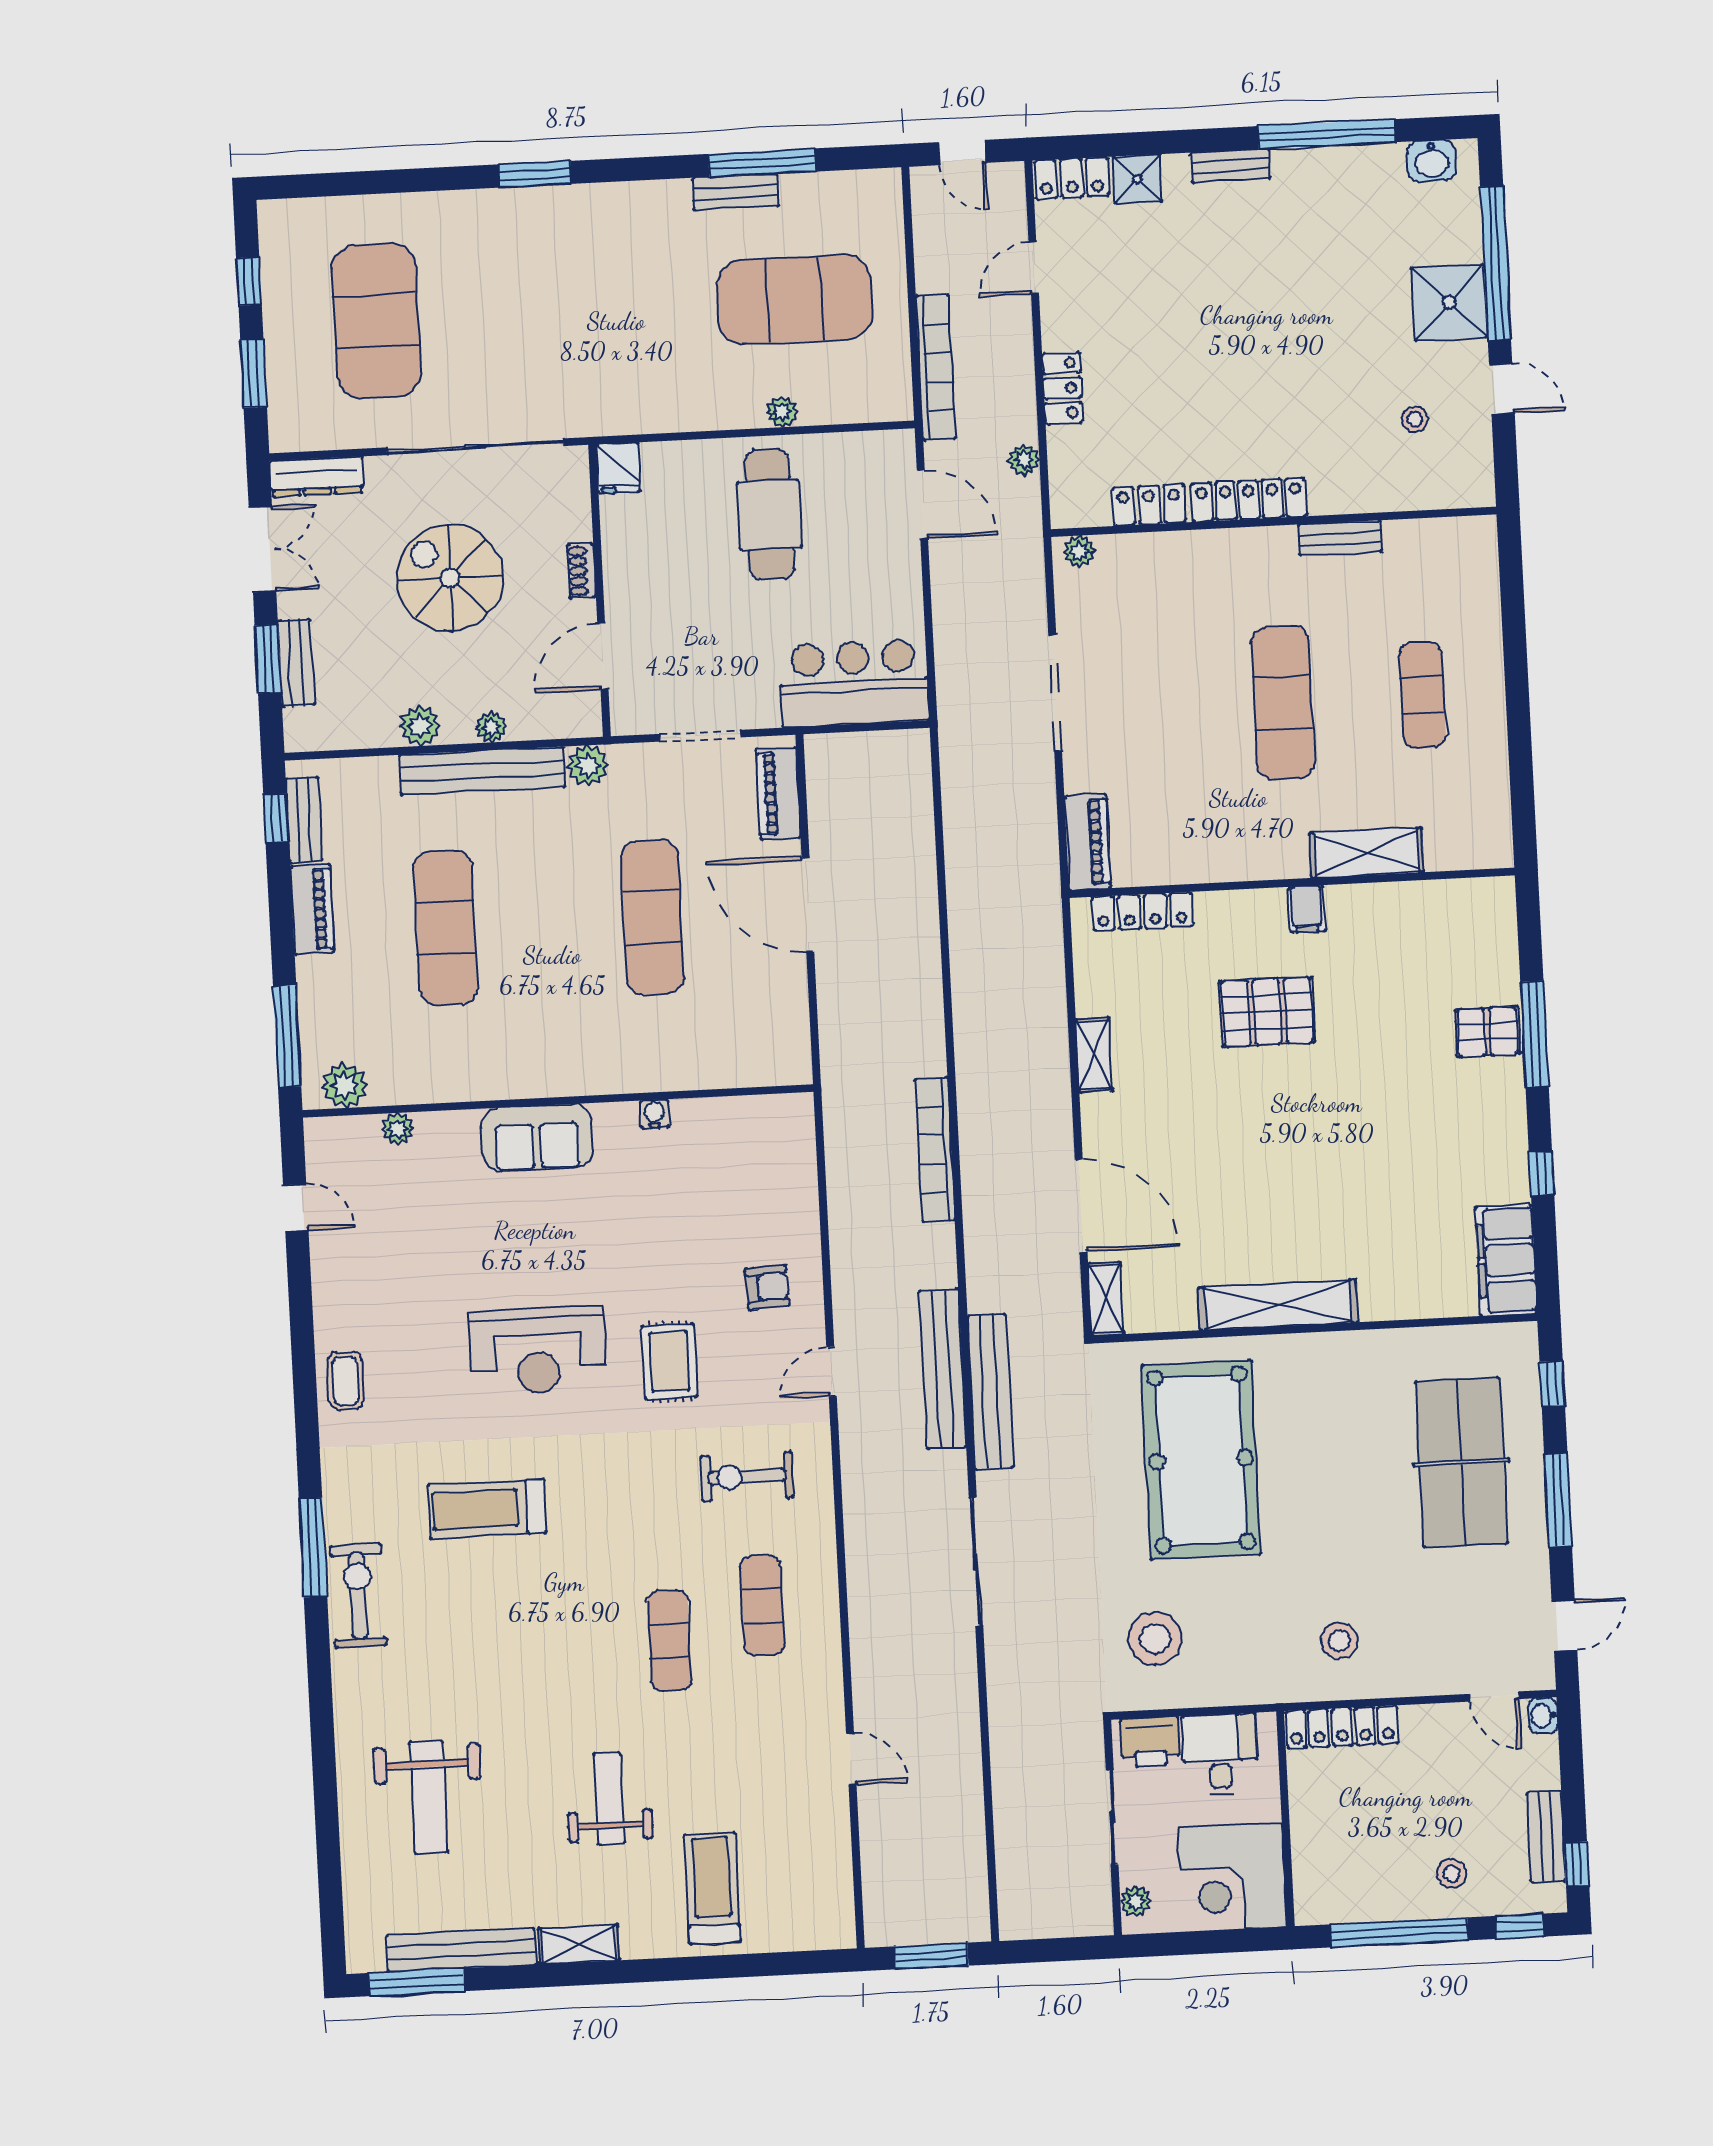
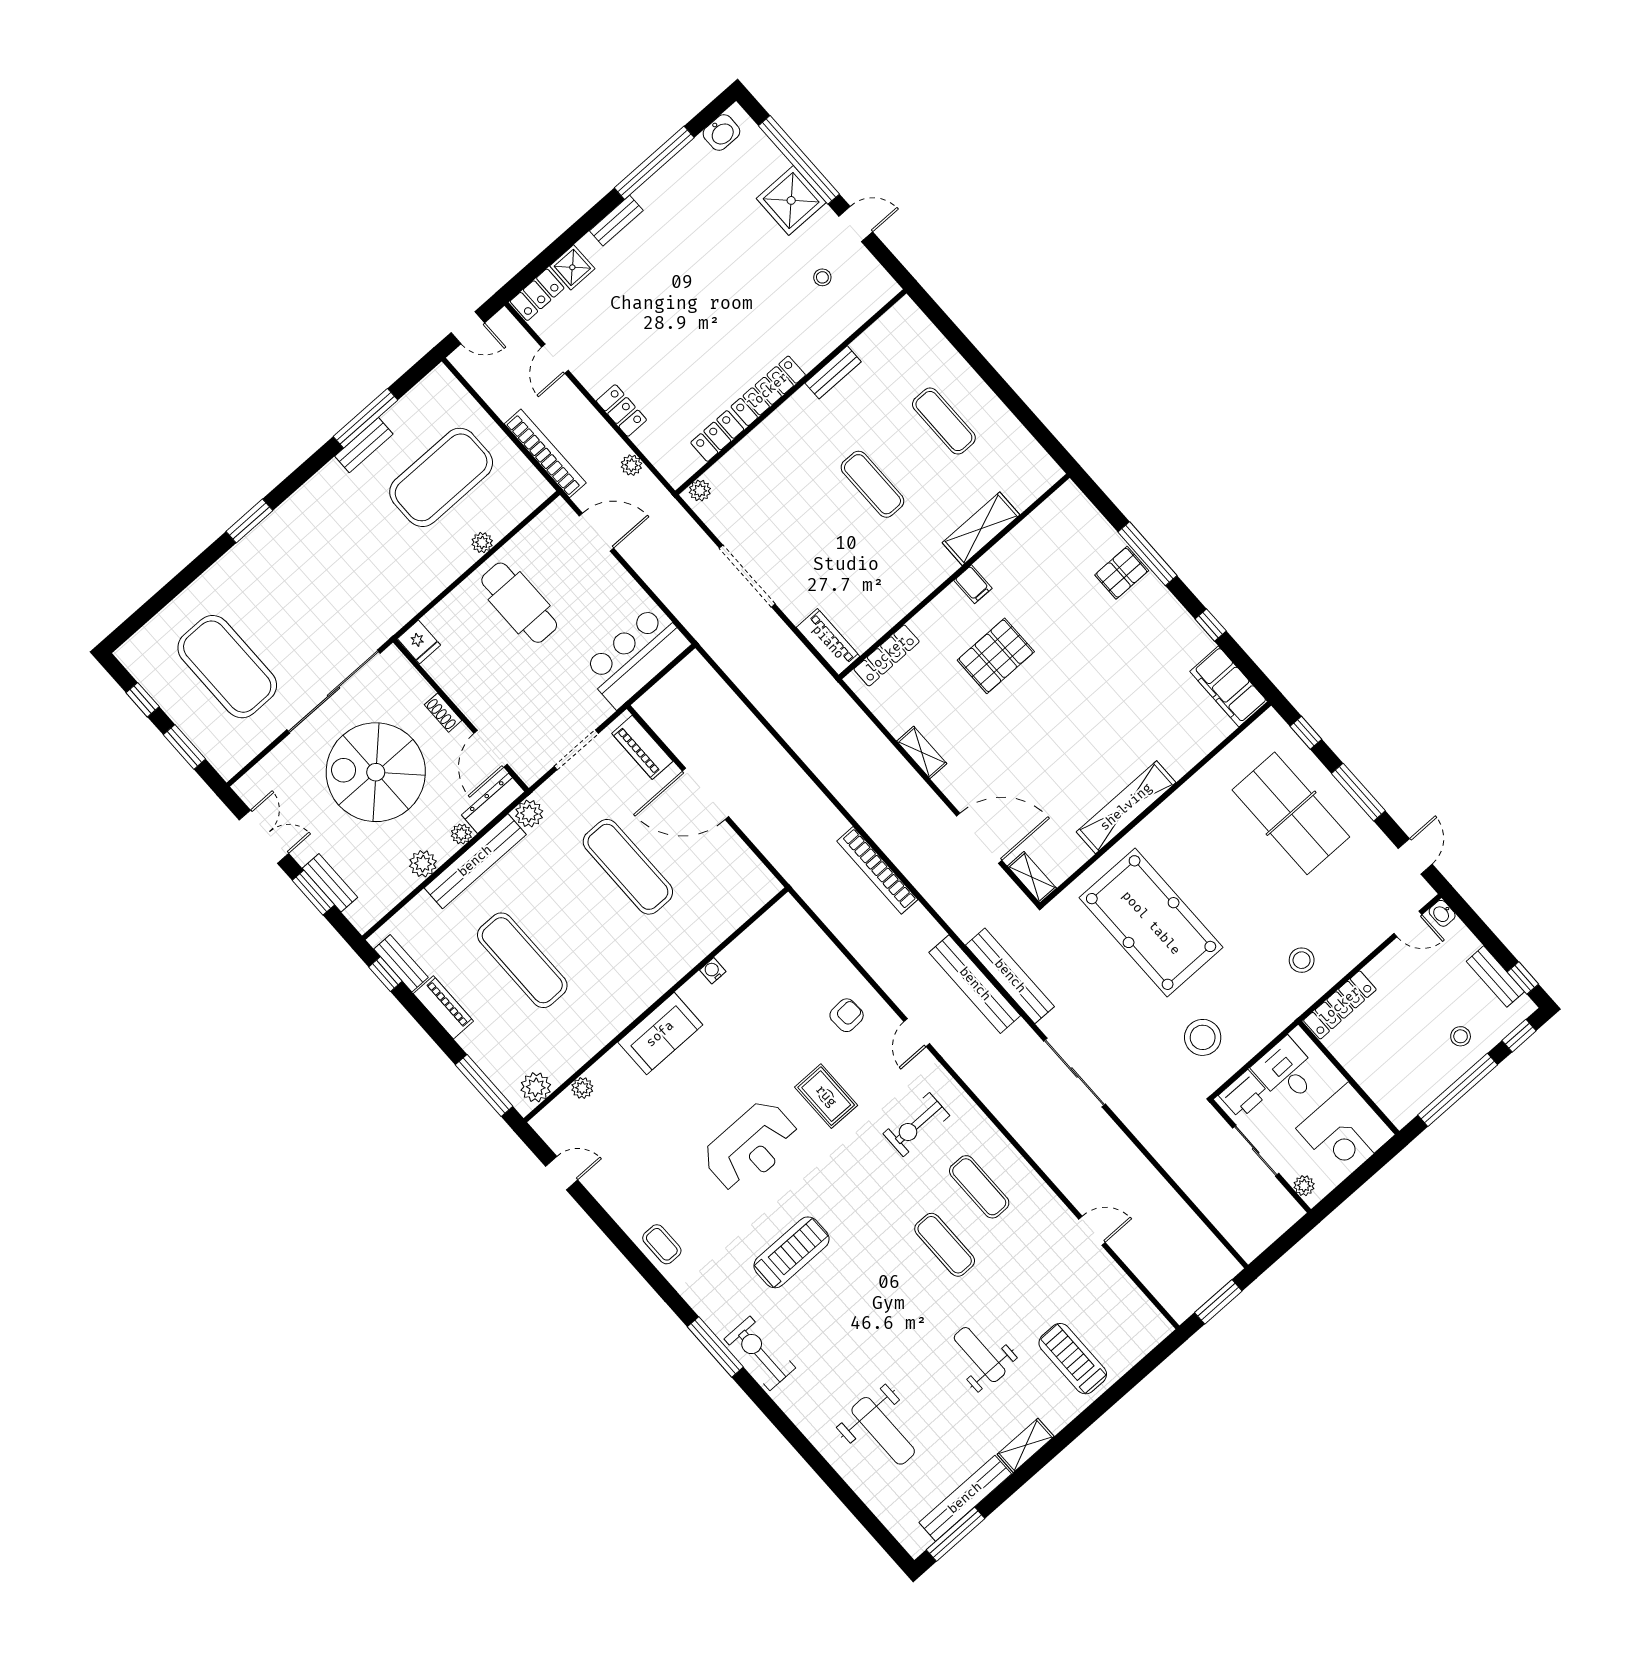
dresser: (317, 477) -> (493, 803), moved, turned 180
spiral stairs: (450, 578) -> (376, 772), width x1.37, depth x1.37
exercise mat: (1283, 702) -> (872, 484), width x0.73, depth x0.69
treadmill: (487, 1509) -> (791, 1252), turned 180

